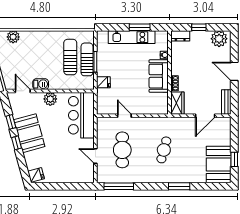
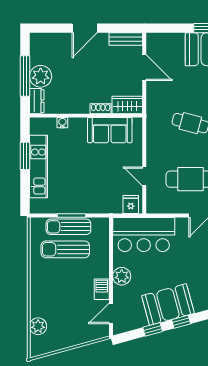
window: (199, 27) -> (25, 76), width x2.17
plant: (219, 39) -> (41, 76), moved
sofa: (159, 76) -> (110, 130), moved
fridge: (103, 82) -> (131, 205), moved
door: (124, 116) -> (144, 176), hinge flipped

